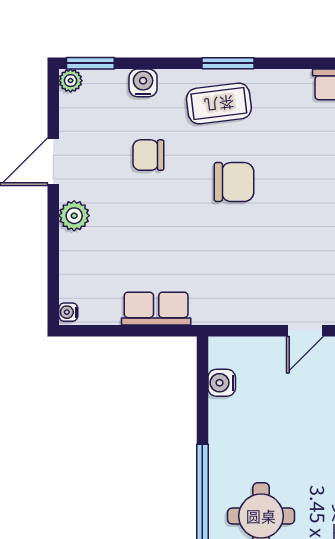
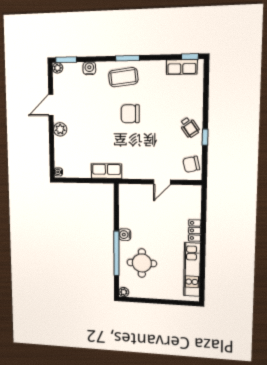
chair: (148, 155) -> (92, 102), removed
chair: (234, 182) -> (130, 114), turned 180
row of seats: (156, 309) -> (106, 171), moved
water cooler: (222, 383) -> (125, 235), moved

